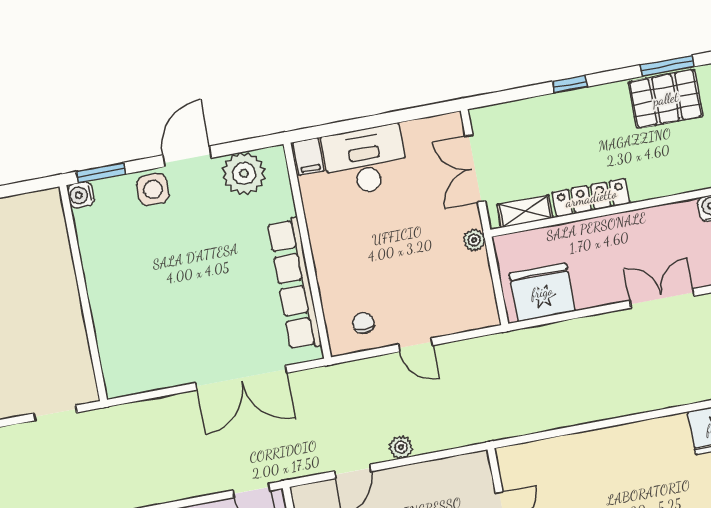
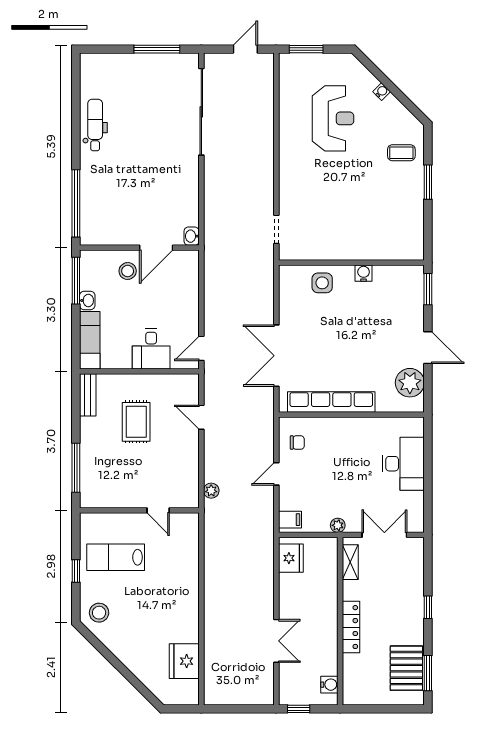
filing cabinet: (309, 157) -> (290, 520), moved, turned 180
side table: (153, 189) -> (322, 283), moved
water cooler: (81, 195) -> (364, 273), moved
locker: (591, 198) -> (351, 627), moved
fridge: (542, 292) -> (291, 558), width x0.73, depth x0.75
plant: (401, 447) -> (211, 491), moved

